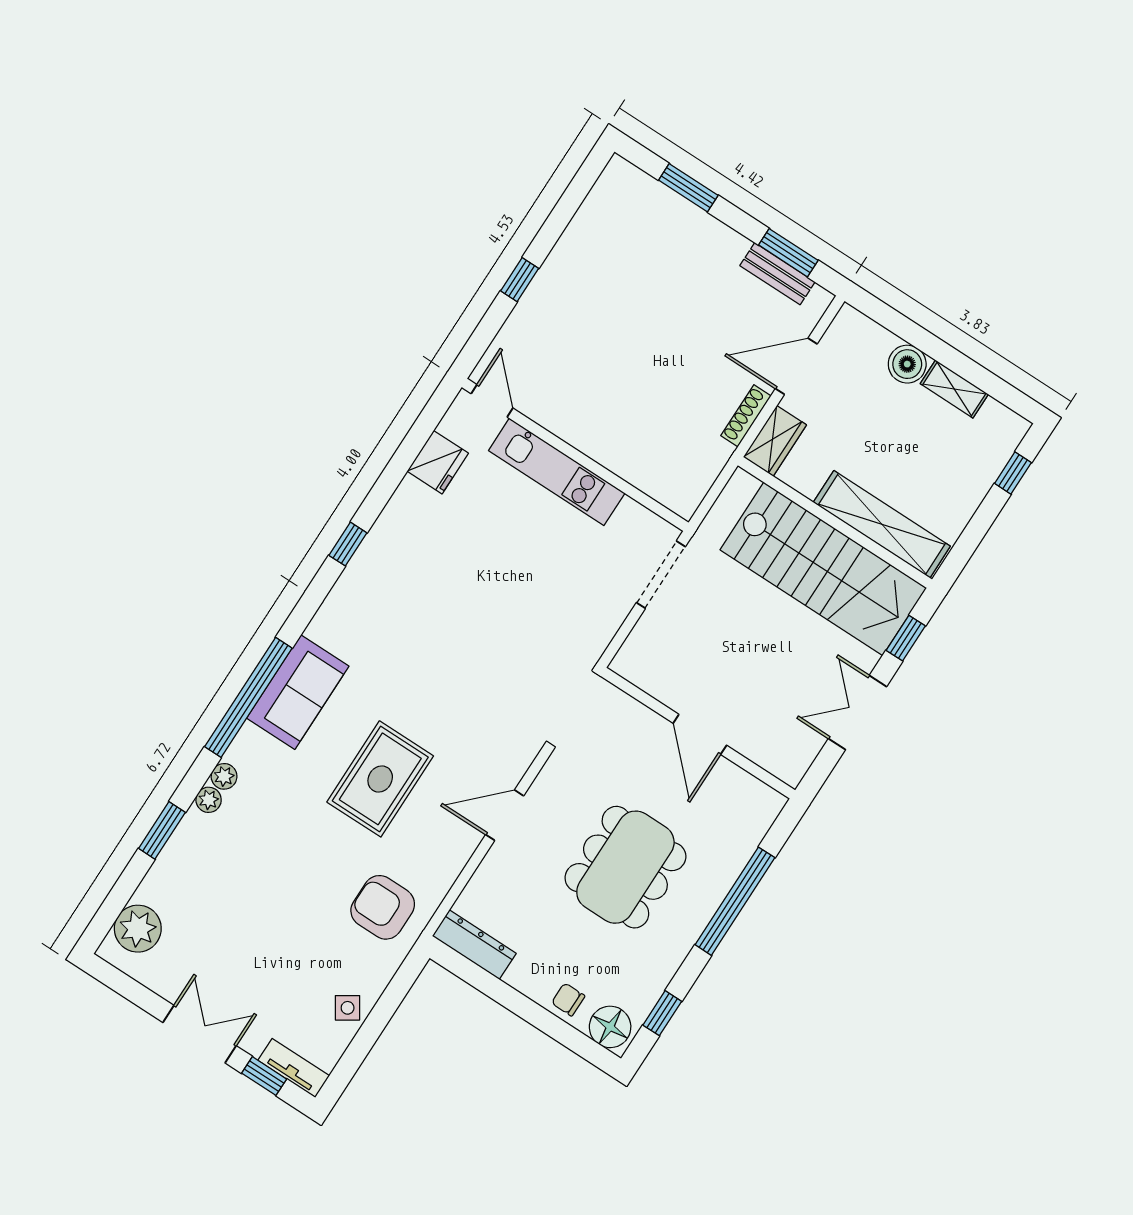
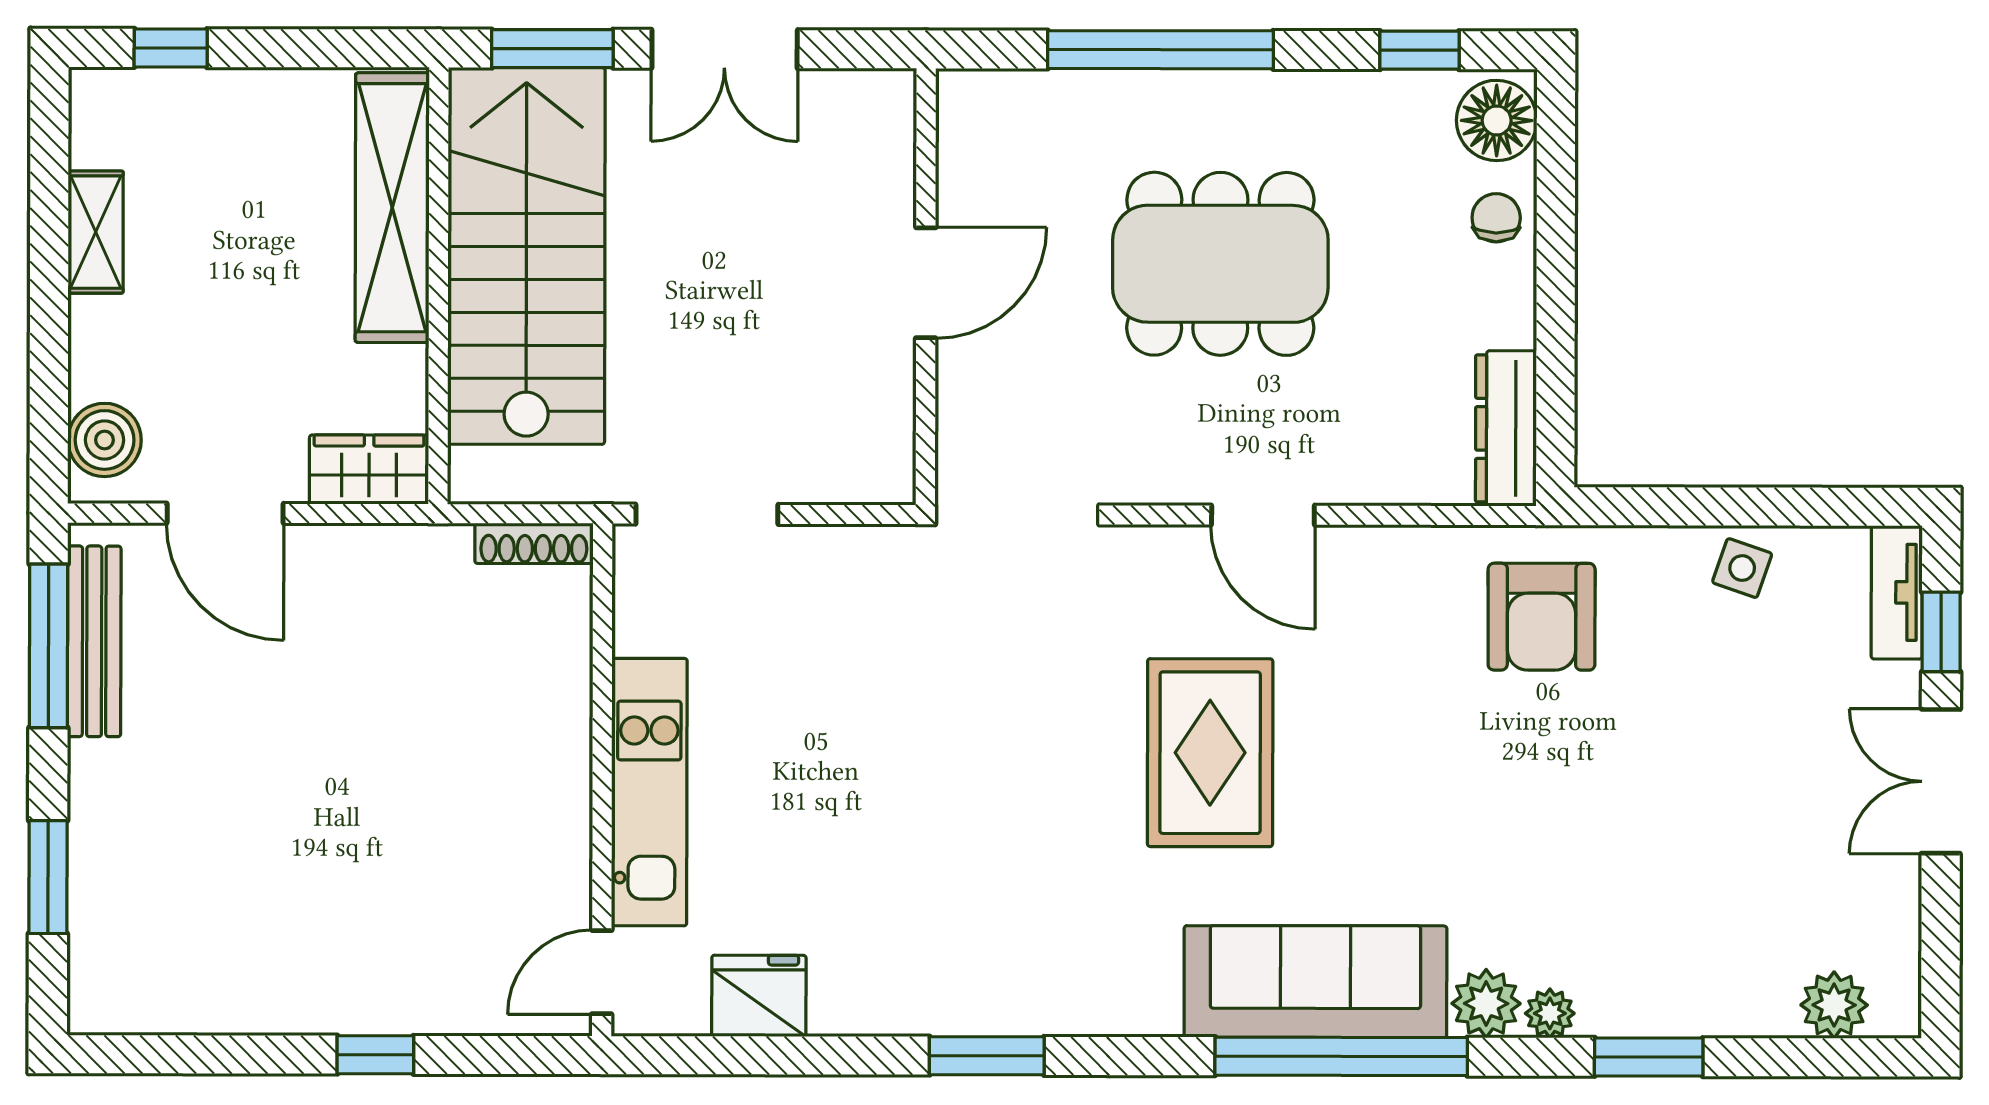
window: (788, 253) -> (48, 646), width x1.44
bench: (777, 274) -> (94, 641), width x1.36
boiler: (907, 364) -> (105, 440), moved
shoe rack: (746, 416) -> (534, 543), moved
window: (348, 544) -> (987, 1056), width x1.50
window: (906, 638) -> (552, 49), width x1.50
sofa: (298, 692) -> (1315, 982), width x1.36
plant: (224, 776) -> (1486, 1003), width x1.38, depth x1.38
rug: (380, 779) -> (1210, 753), moved, turned 90
plant: (138, 929) -> (1834, 1005), width x0.73, depth x0.73
chair: (568, 999) -> (1496, 218), turned 180
side table: (348, 1008) -> (1742, 568), turned -38

